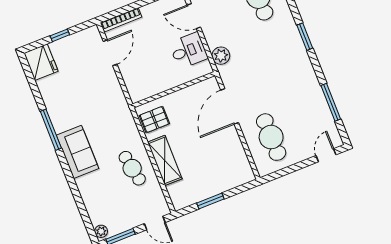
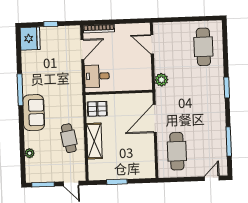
desk: (188, 51) -> (97, 76), moved, turned 180
plant: (101, 231) -> (30, 153), moved

